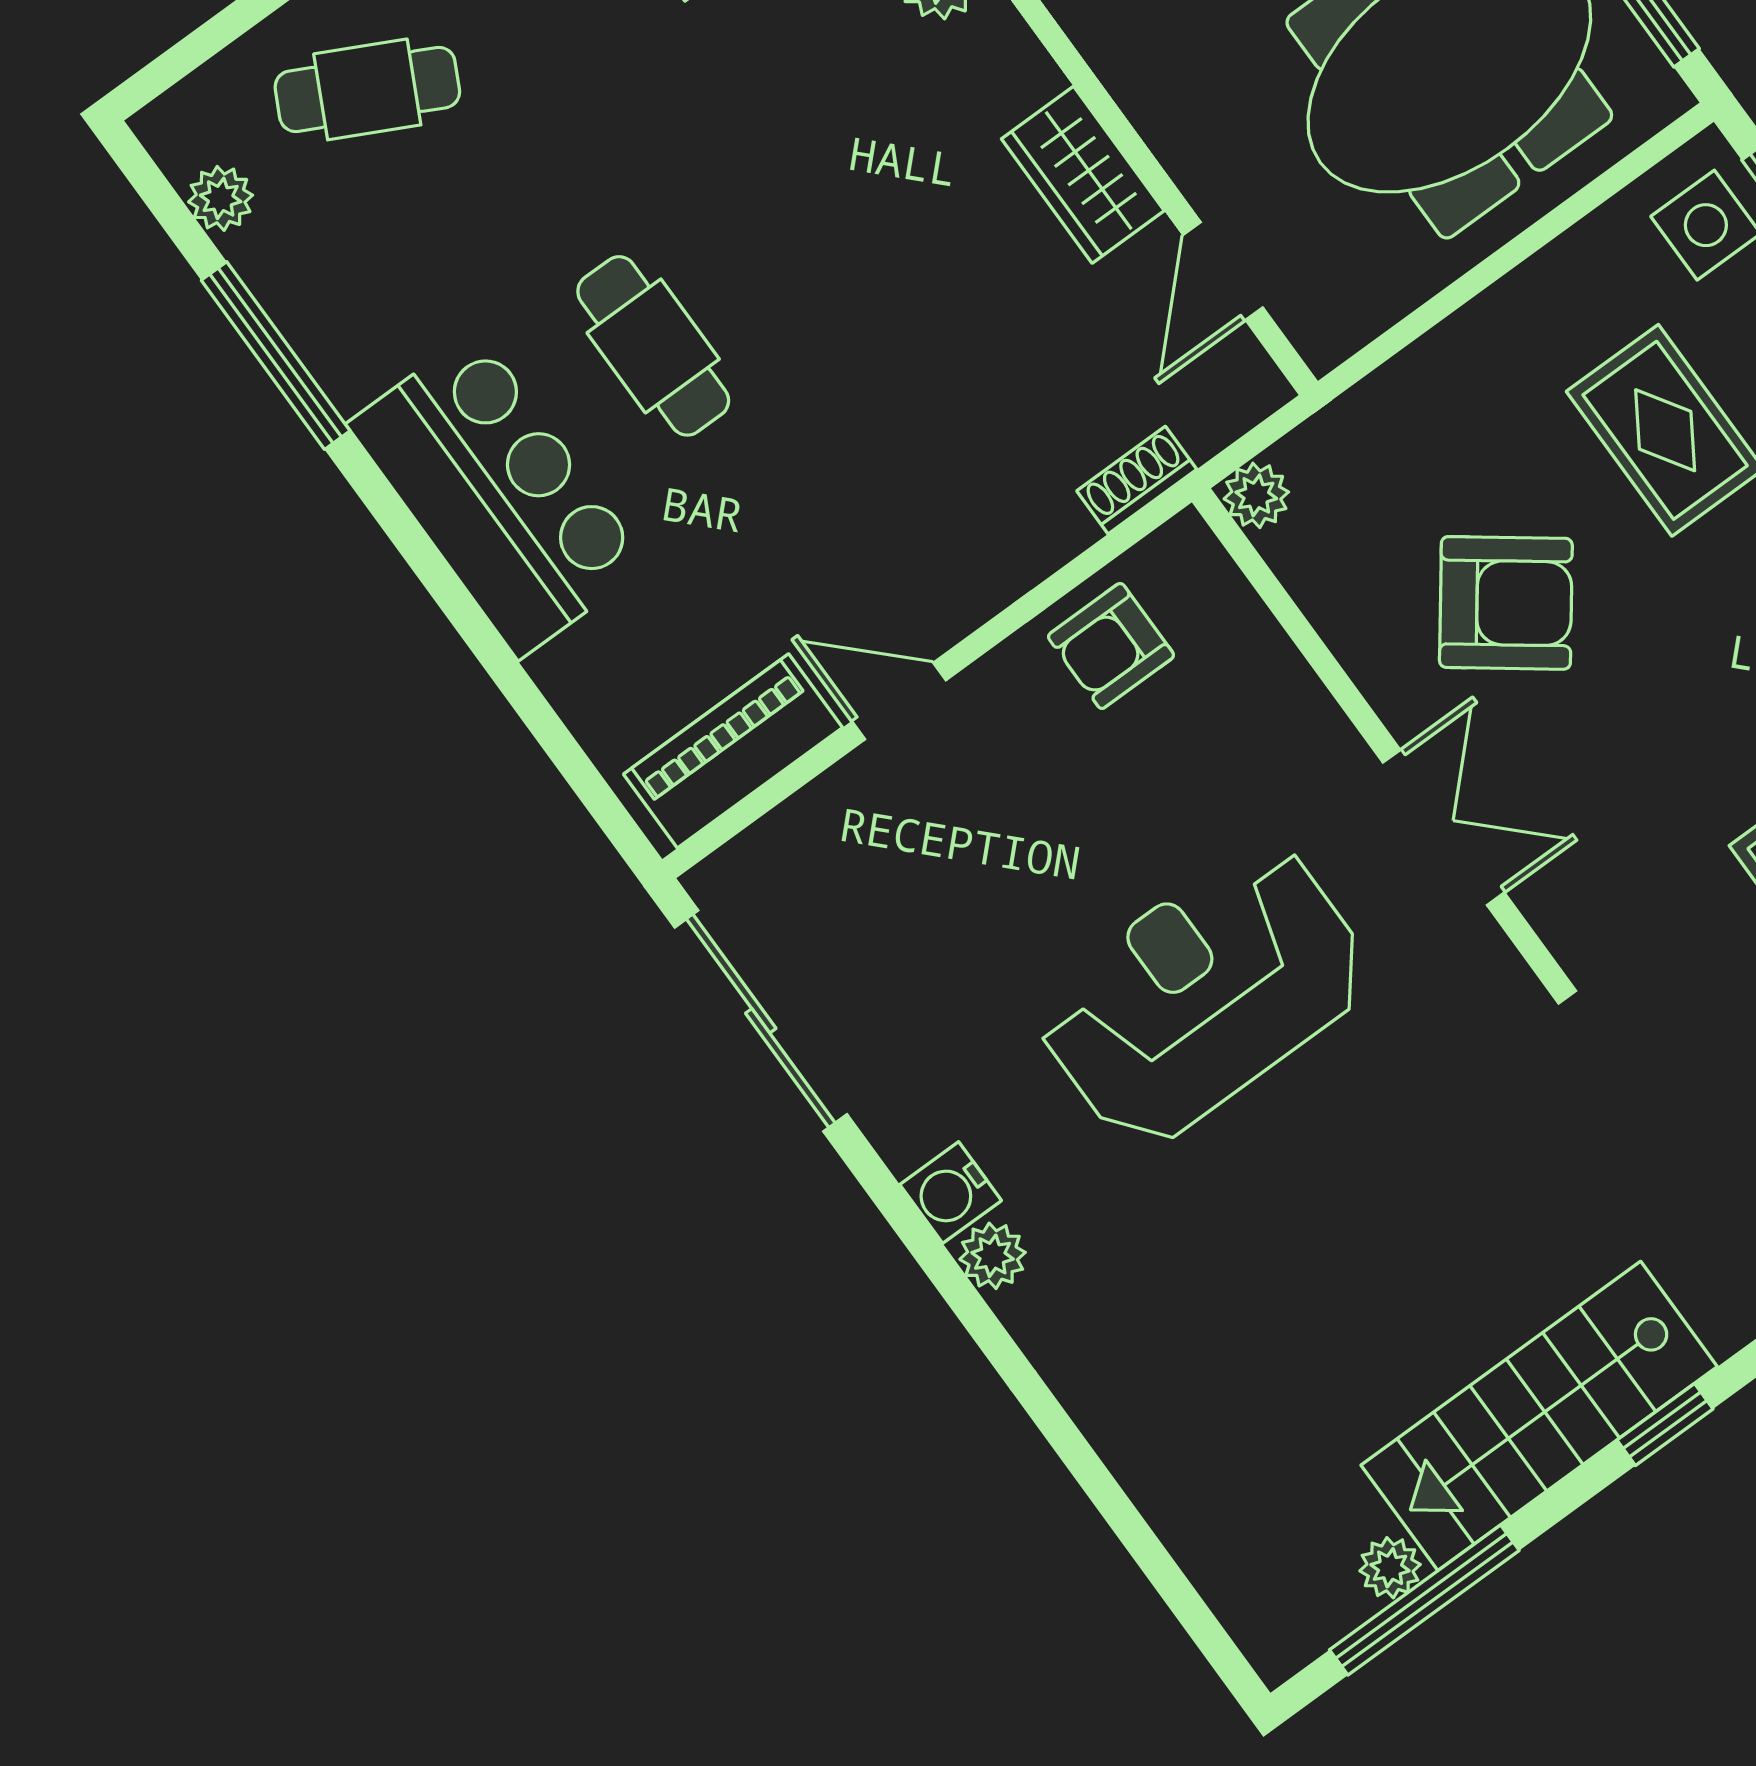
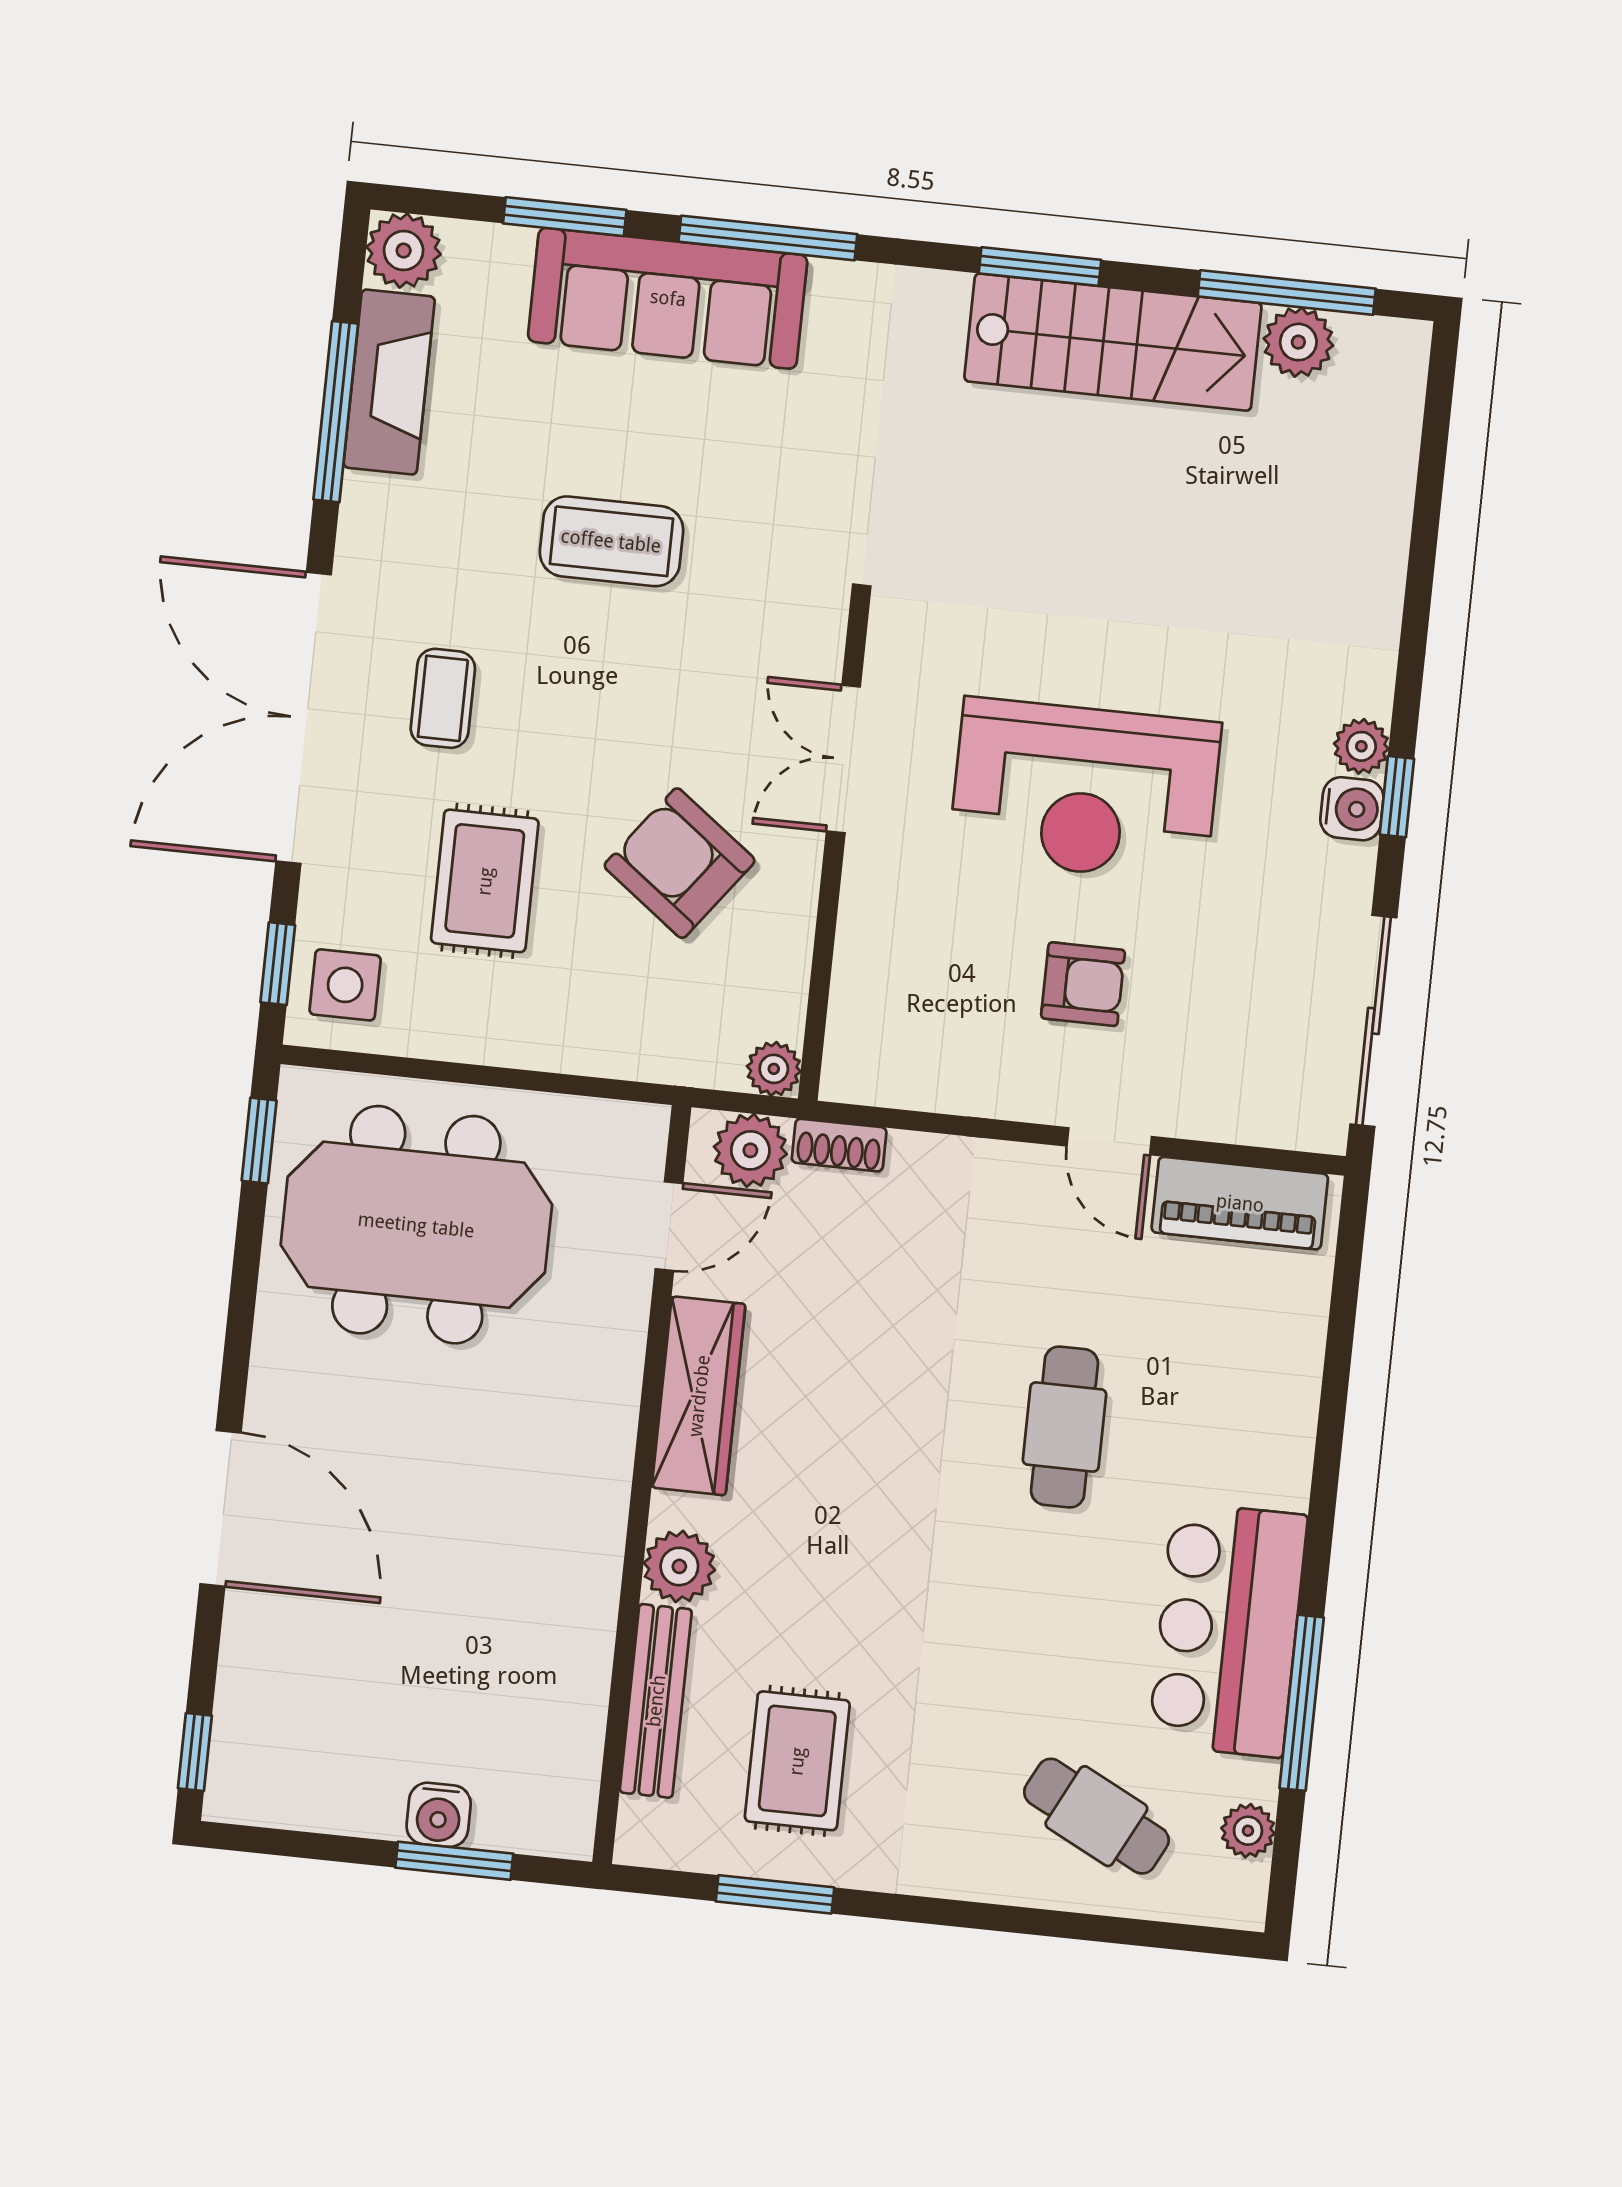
wardrobe: (1083, 175) -> (699, 1396), width x1.50
cafe table: (653, 346) -> (1065, 1427), moved
plant: (1212, 404) -> (750, 1150), added
bar counter: (498, 495) -> (1228, 1630), moved
armchair: (1111, 646) -> (1083, 984), moved
window: (920, 1240) -> (1397, 797), added
window: (1665, 1425) -> (1040, 267), width x1.50
plant: (1390, 1568) -> (1298, 342), width x1.38, depth x1.38

